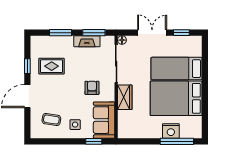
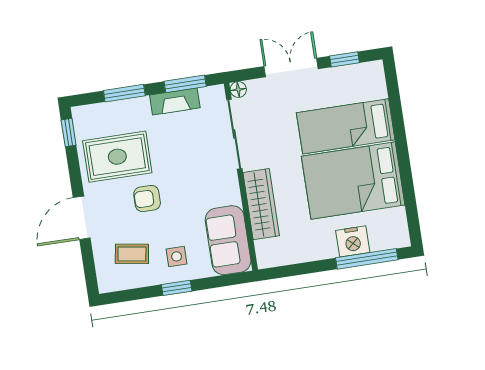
window: (27, 66) -> (69, 132), moved
rug: (52, 66) -> (117, 157), width x1.36, depth x1.43
armchair: (92, 88) -> (147, 199), moved, turned -90
wardrobe: (125, 97) -> (261, 204), width x1.50
window: (94, 141) -> (177, 288), moved

